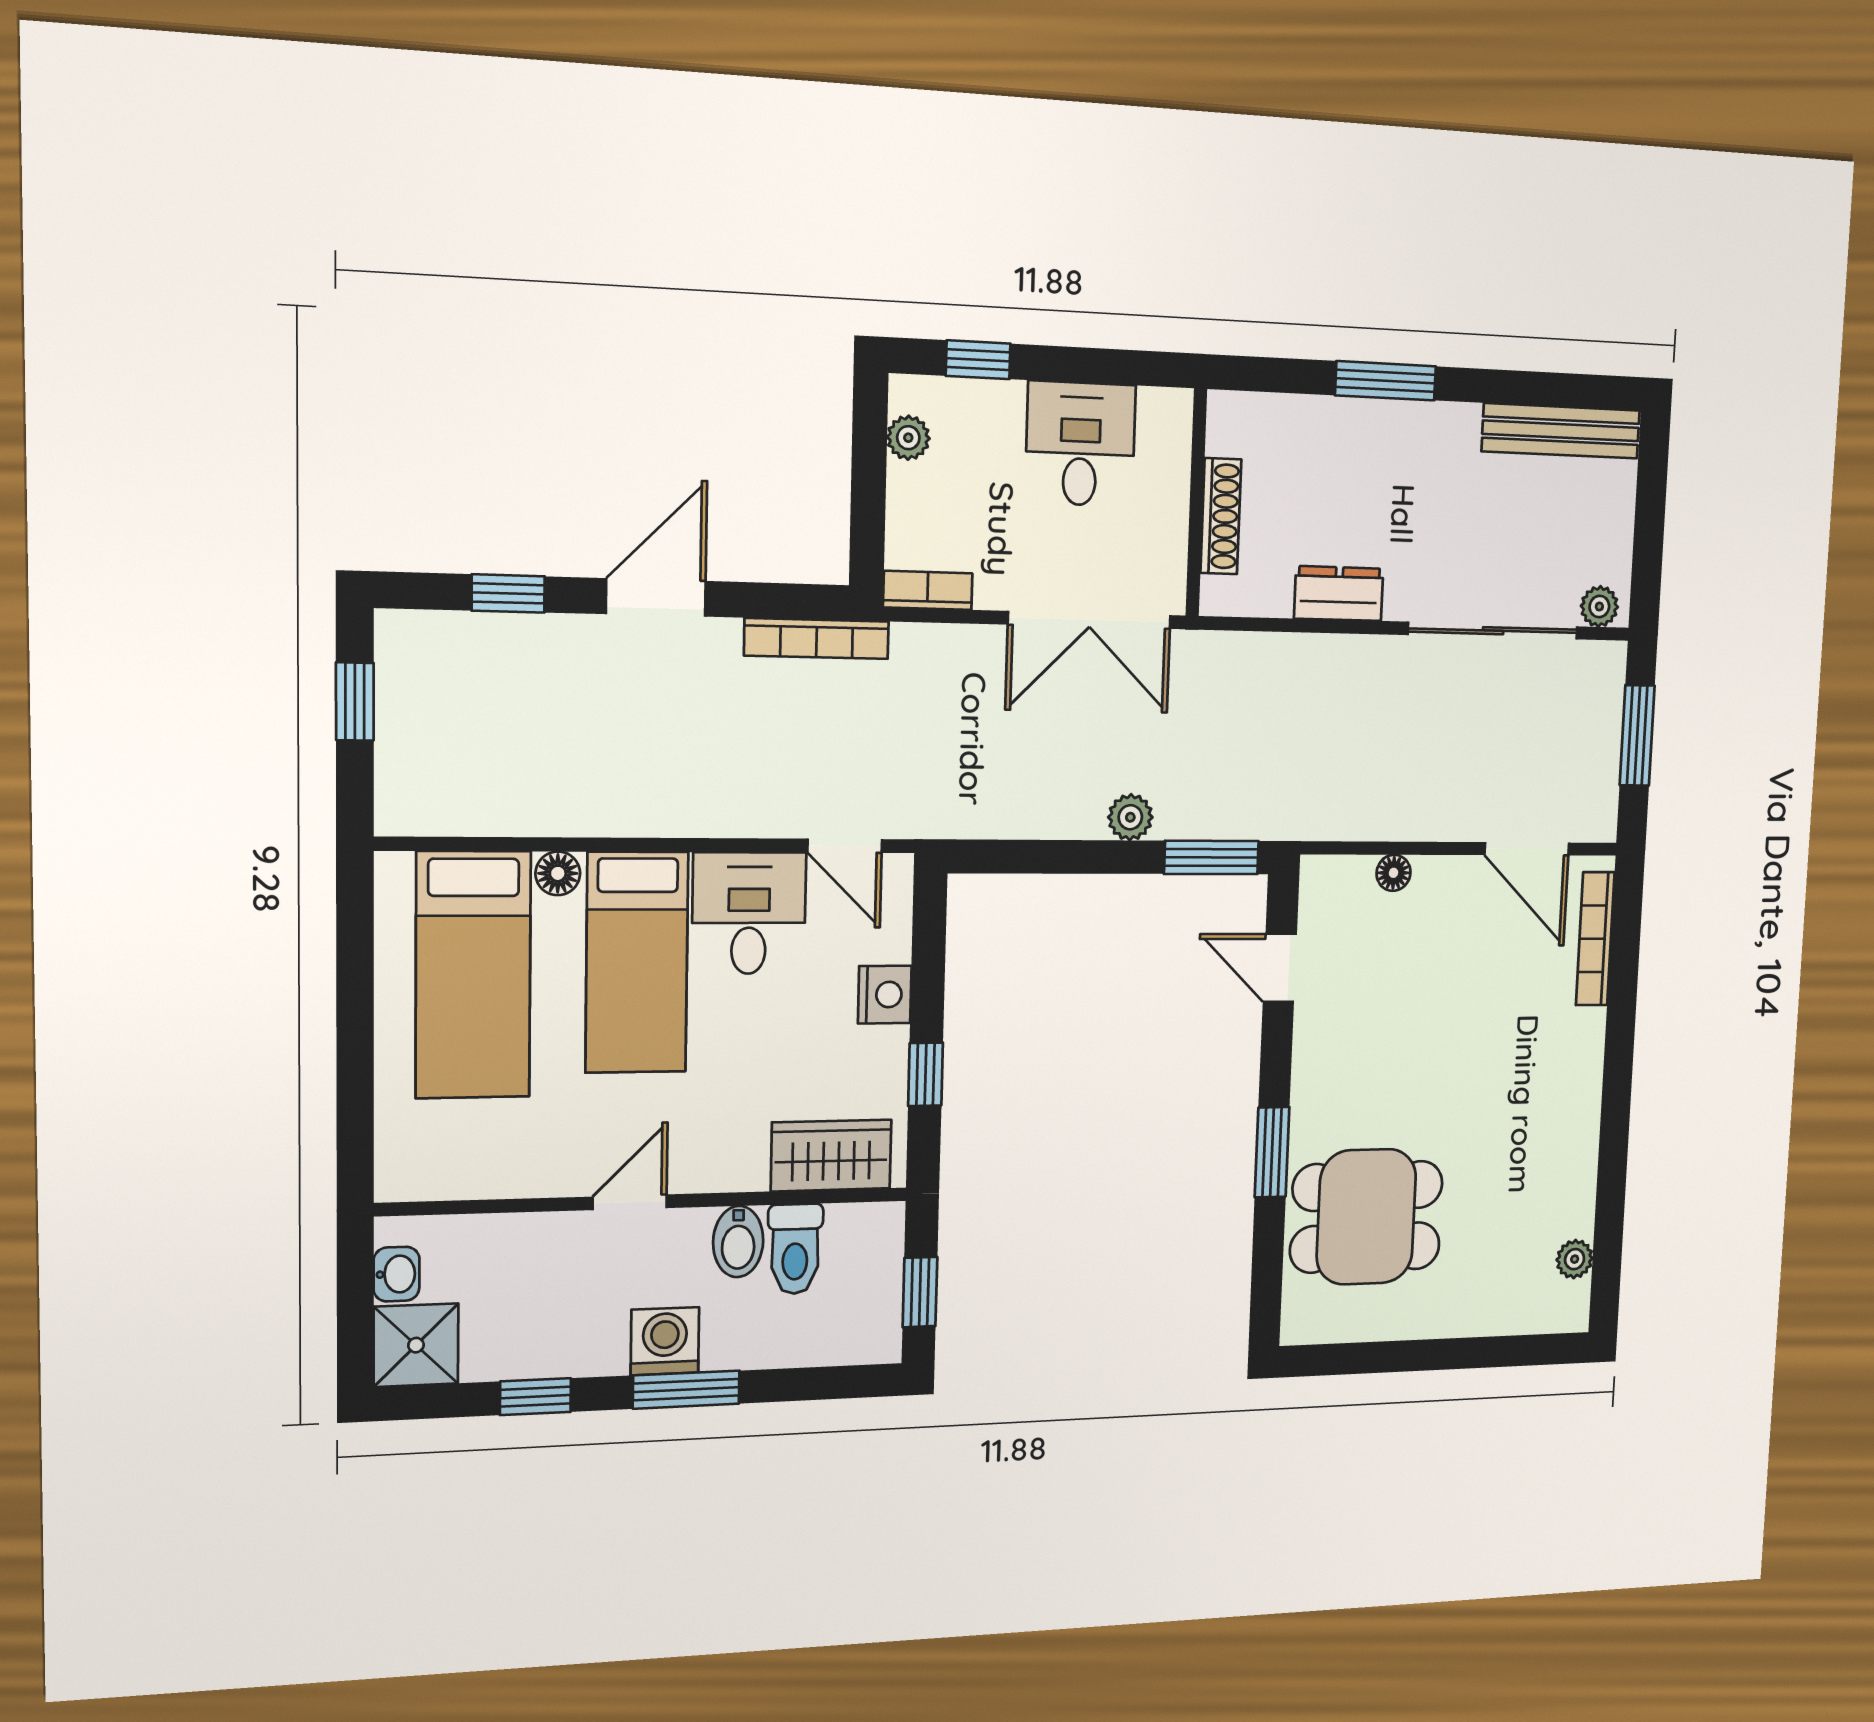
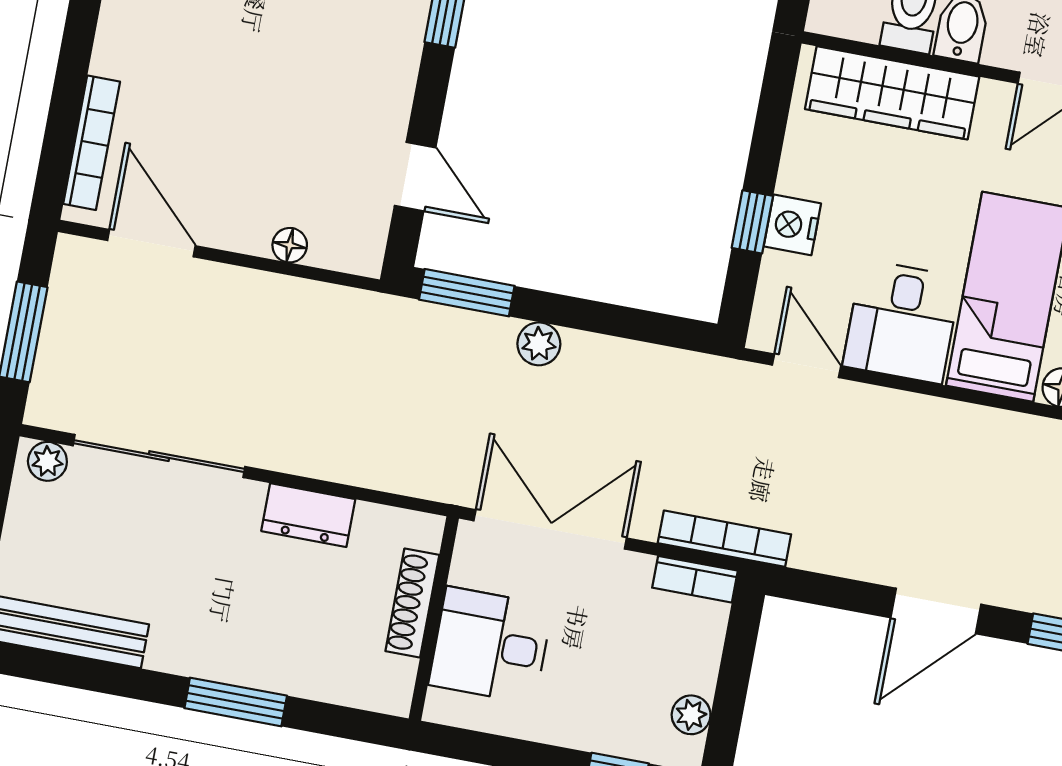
desk: (1080, 444) -> (490, 645), moved, turned 90
bookcase: (817, 638) -> (724, 539), moved
window: (926, 1074) -> (752, 222), moved
wardrobe: (831, 1155) -> (892, 93), width x1.50

